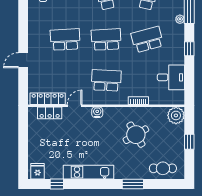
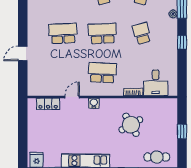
school desk: (147, 39) -> (142, 33), width x0.54
desk: (171, 77) -> (156, 83), moved, turned 90
locker: (48, 99) -> (46, 90), removed
plant: (176, 115) -> (169, 106), removed

